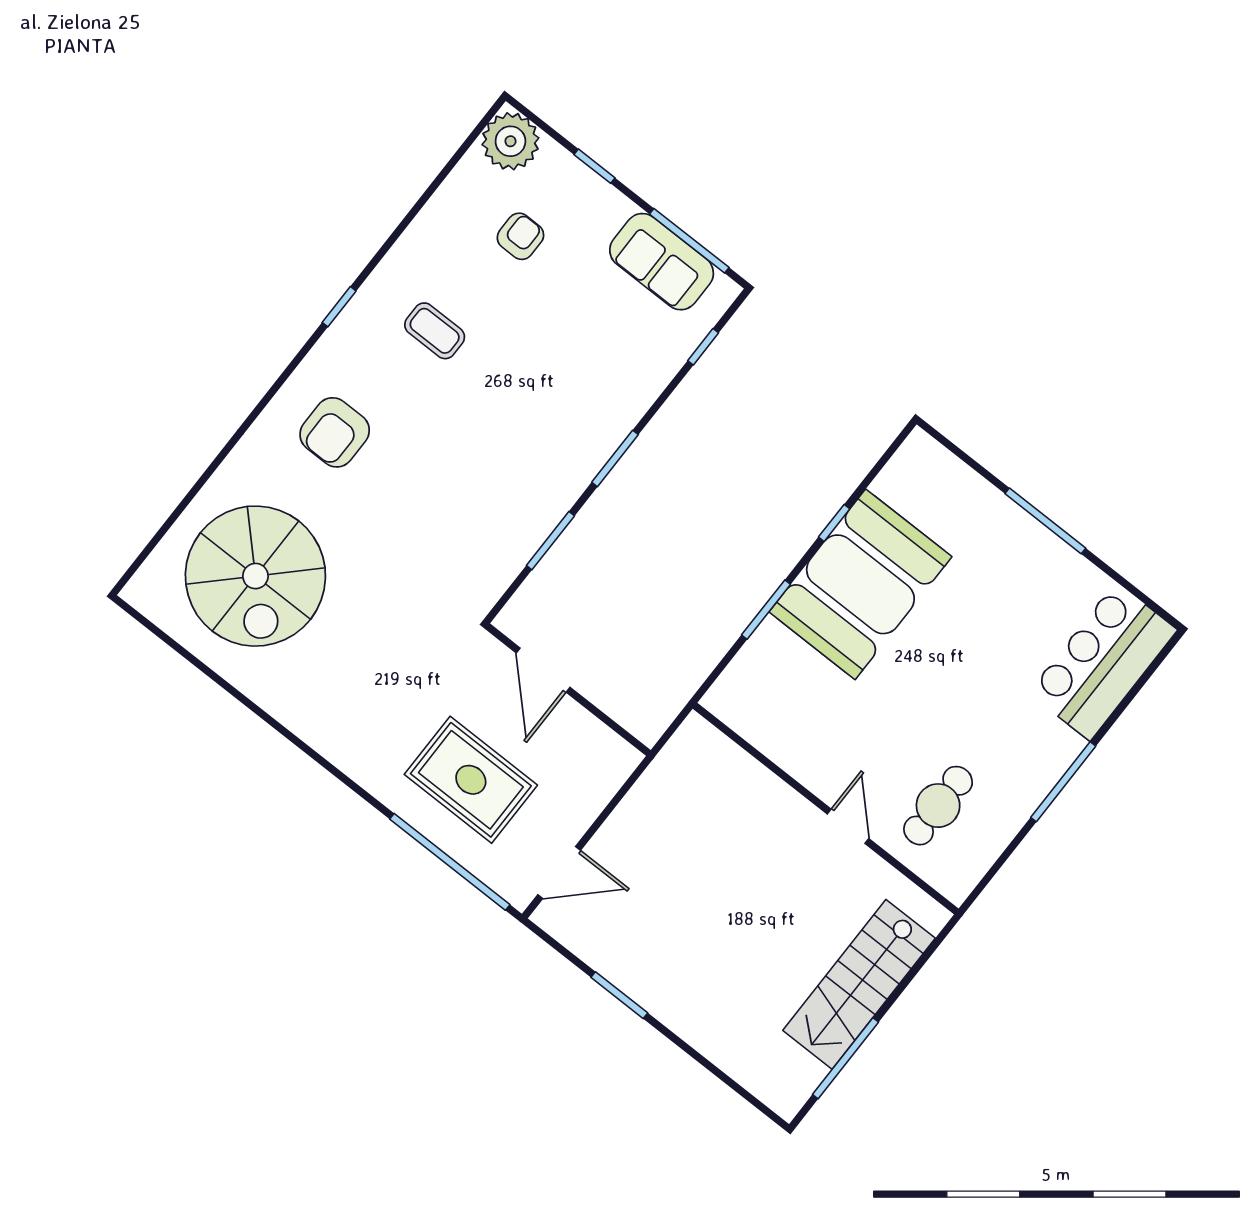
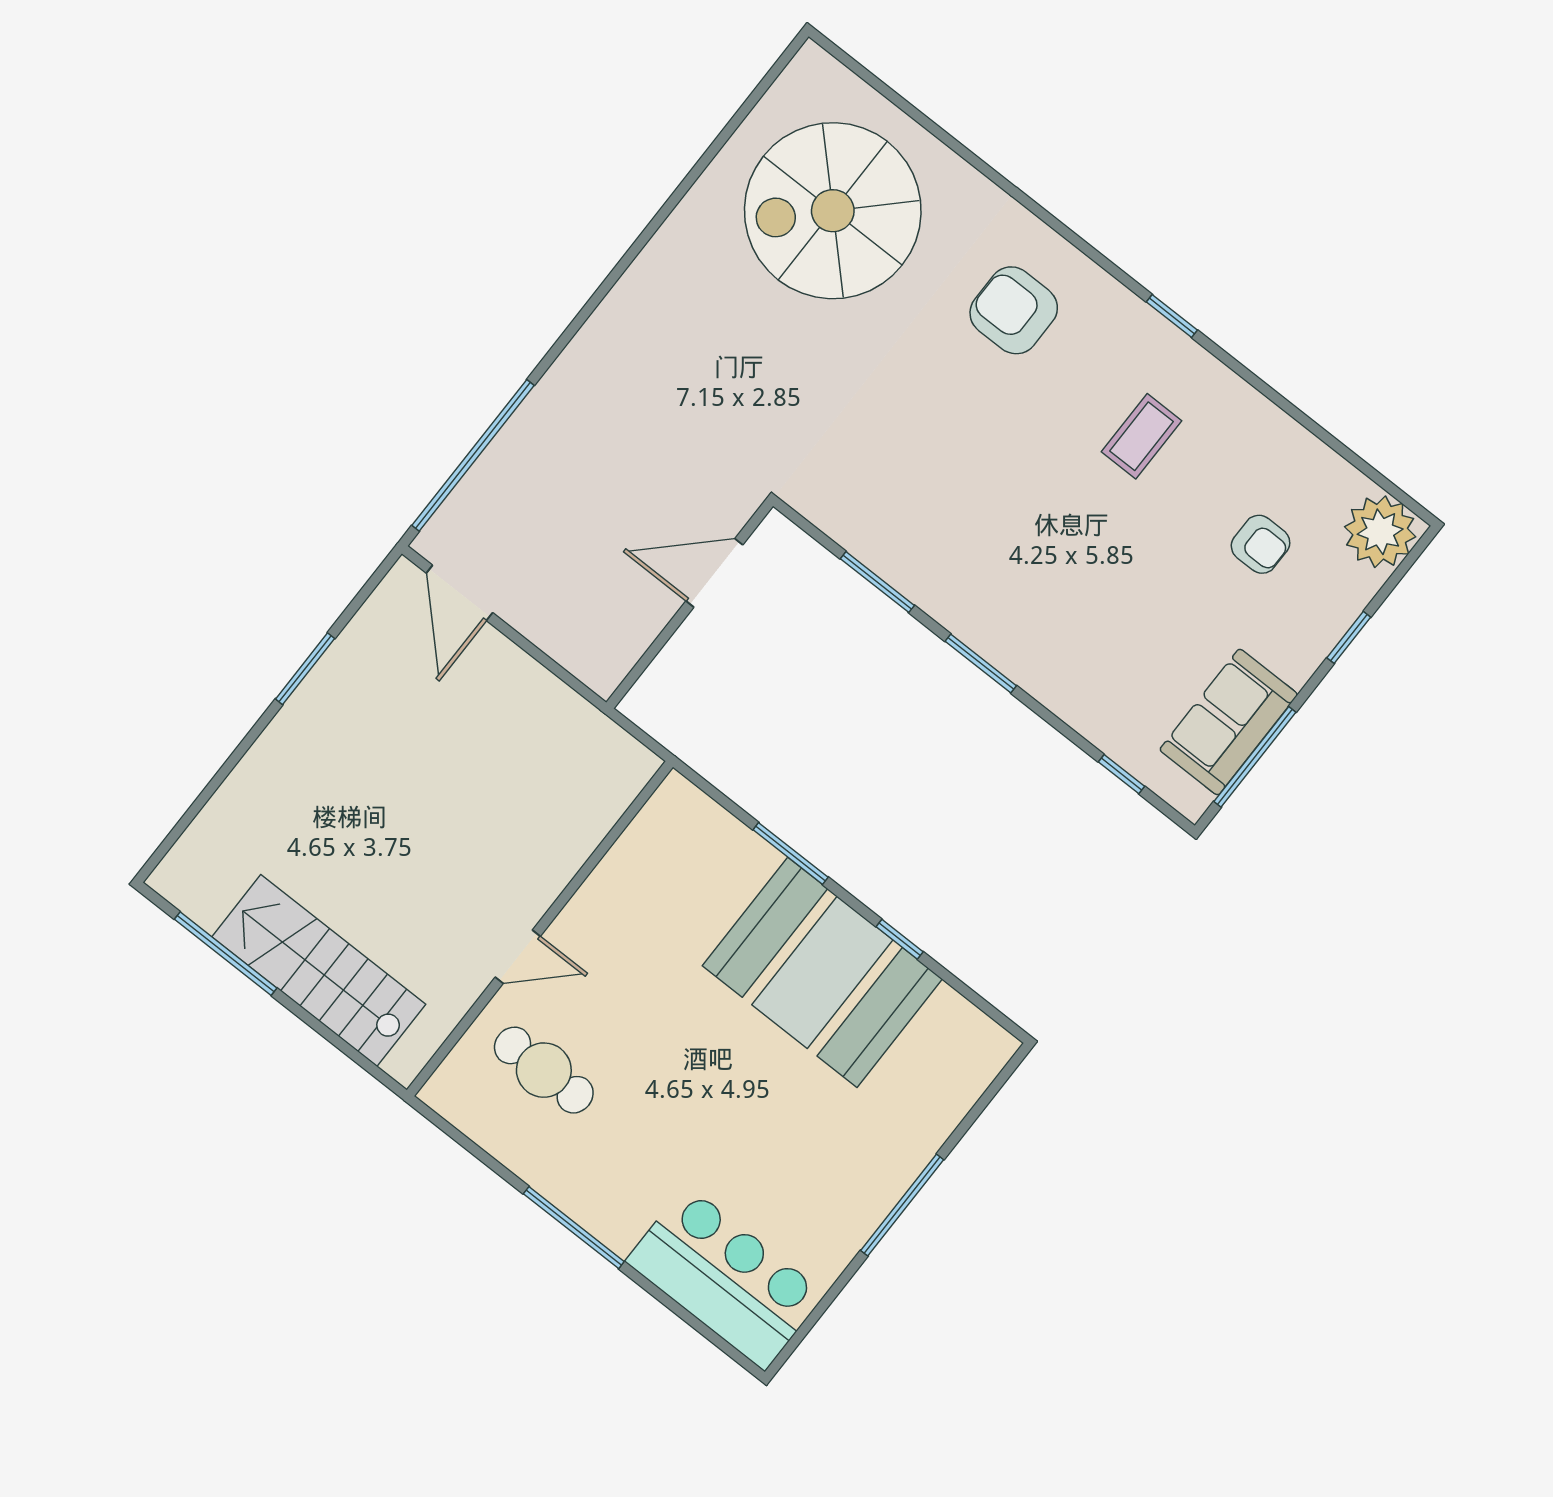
rug: (471, 780) -> (576, 482), removed

